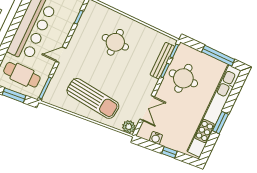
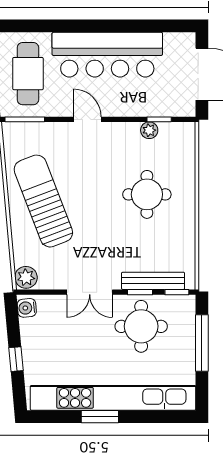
plant: (82, 25) -> (149, 130), added
window: (218, 56) -> (202, 343), moved
sun lounger: (93, 98) -> (43, 201), turned 153
double door: (147, 108) -> (90, 292), moved
water cooler: (156, 138) -> (27, 308), moved

